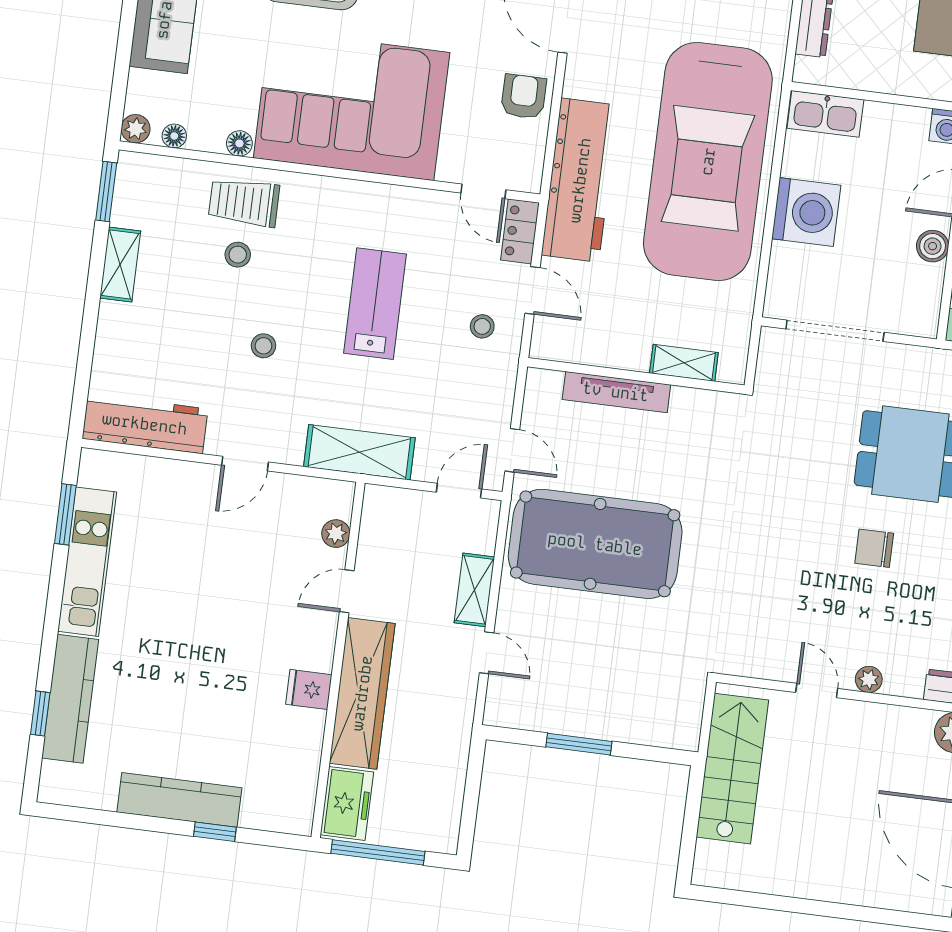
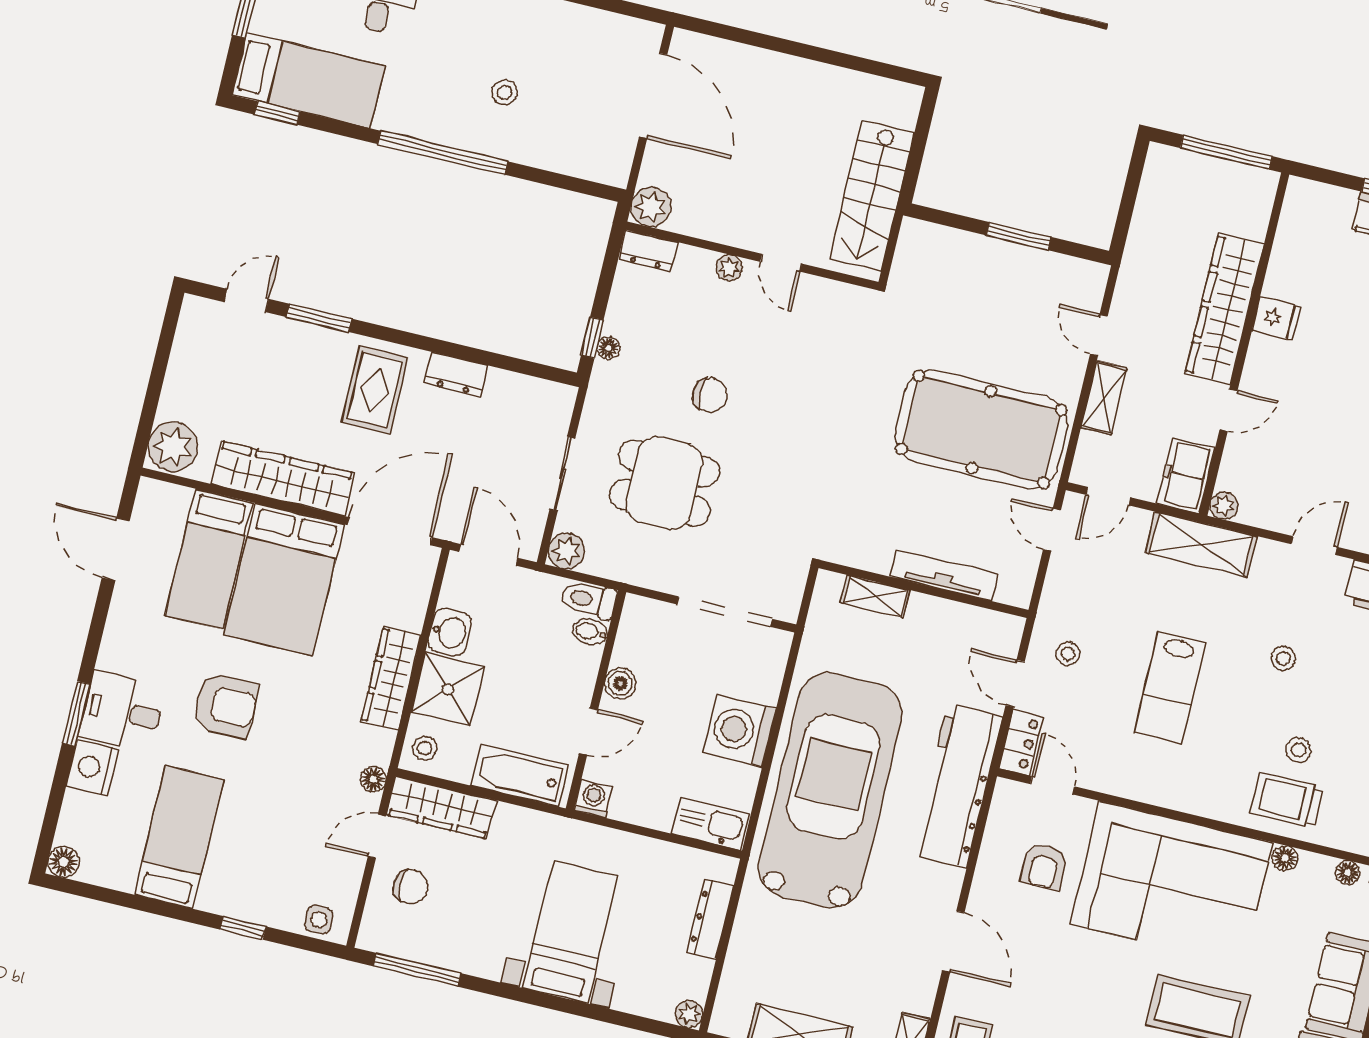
armchair: (524, 97) -> (1044, 866), moved
trolley: (244, 202) -> (1287, 800), turned 180
plant: (336, 534) -> (1224, 506), moved
freezer: (347, 803) -> (1186, 476), moved

